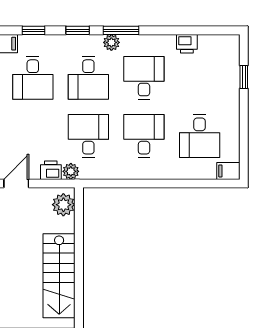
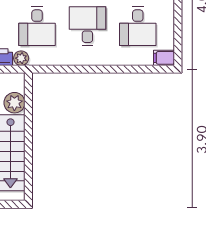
desk: (88, 136) -> (37, 26), turned 180
plant: (63, 205) -> (14, 103), moved

